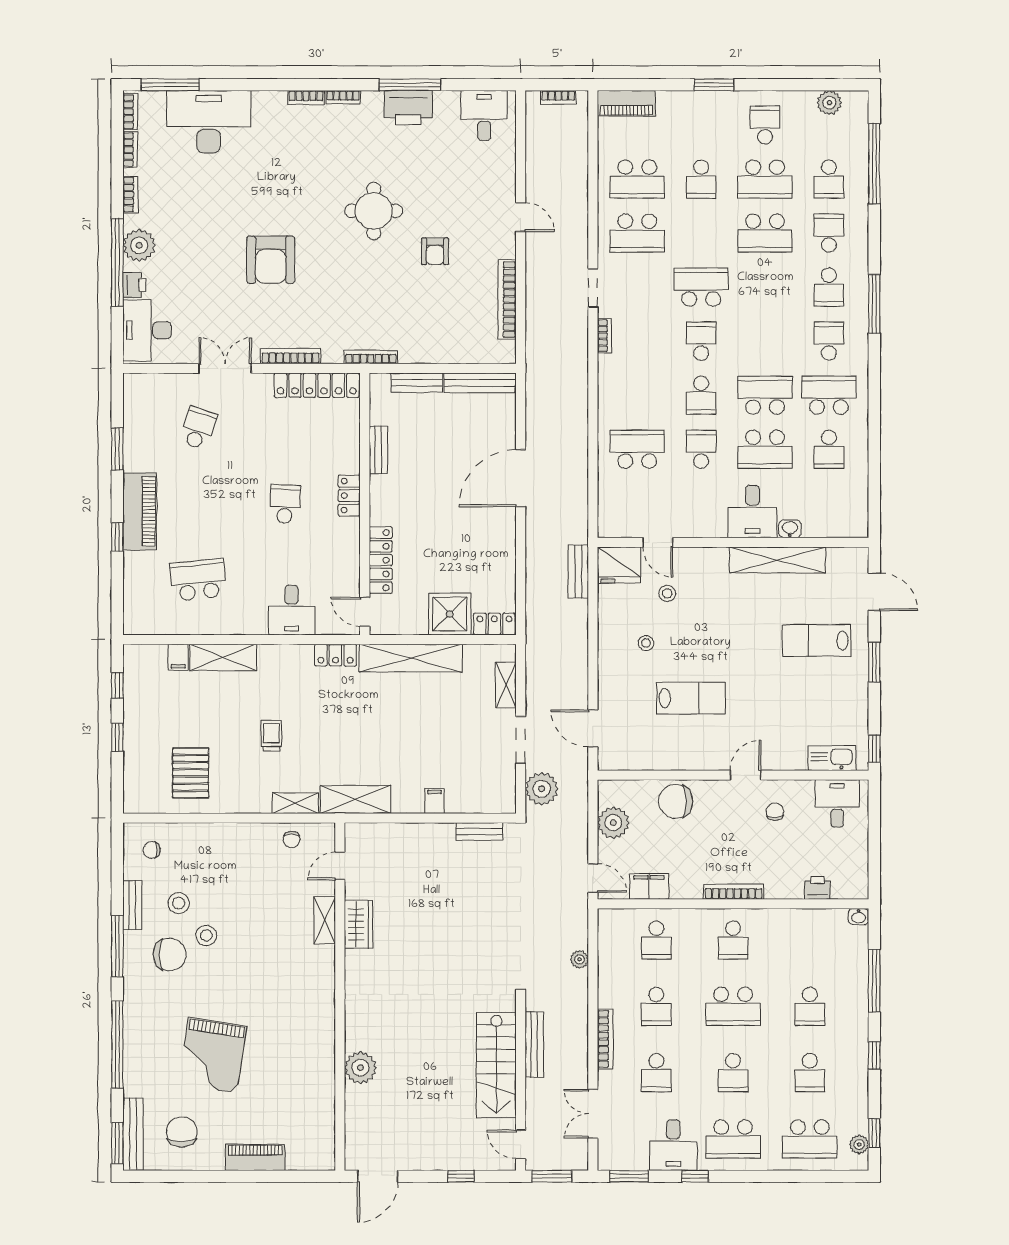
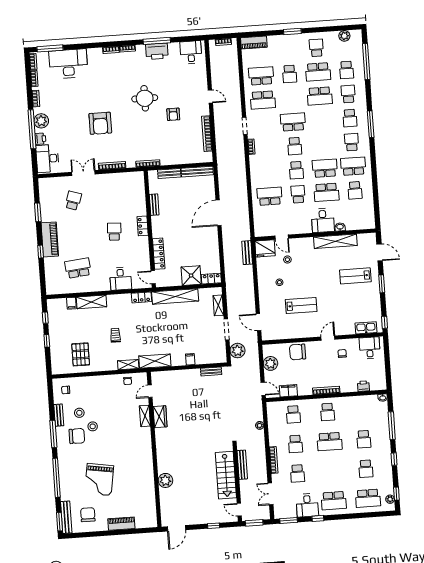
school desk: (637, 179) -> (261, 76), turned 180
school desk: (701, 341) -> (295, 146), turned 180
locker: (317, 385) -> (125, 178), removed
school desk: (733, 1073) -> (332, 471), removed

